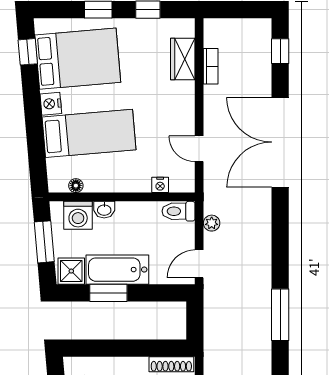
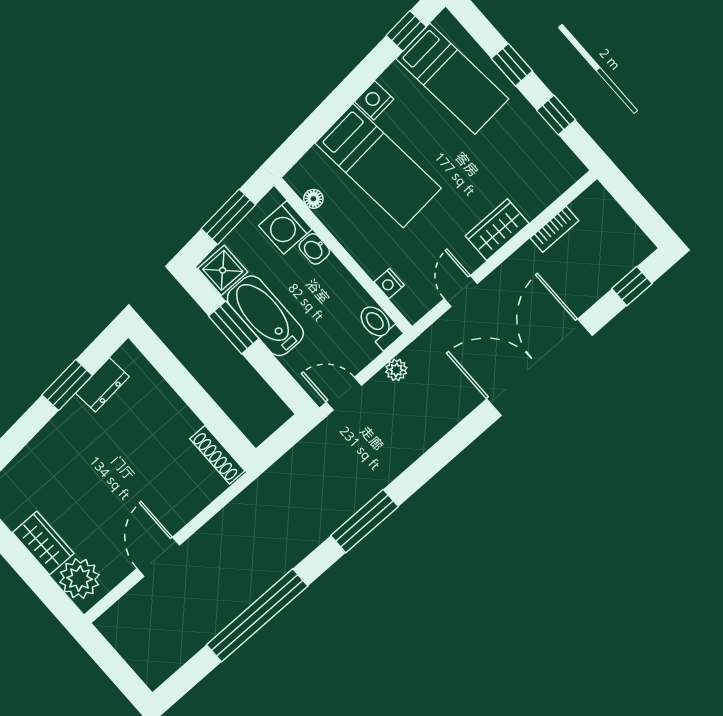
bed: (78, 59) -> (452, 79), width x0.67
wardrobe: (183, 59) -> (497, 230), moved

